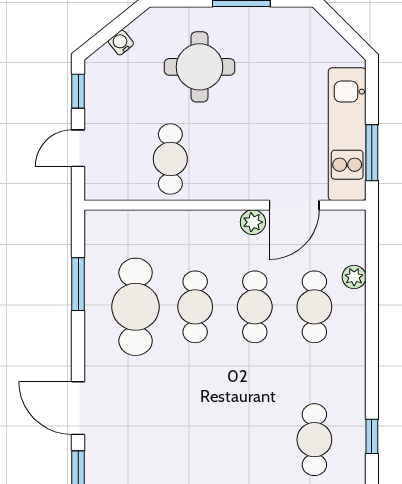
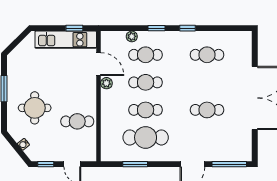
window: (372, 153) -> (74, 28), width x0.67
window: (372, 330) -> (156, 28), added
window: (372, 436) -> (188, 28), moved
cafe table: (195, 440) -> (207, 110), added

